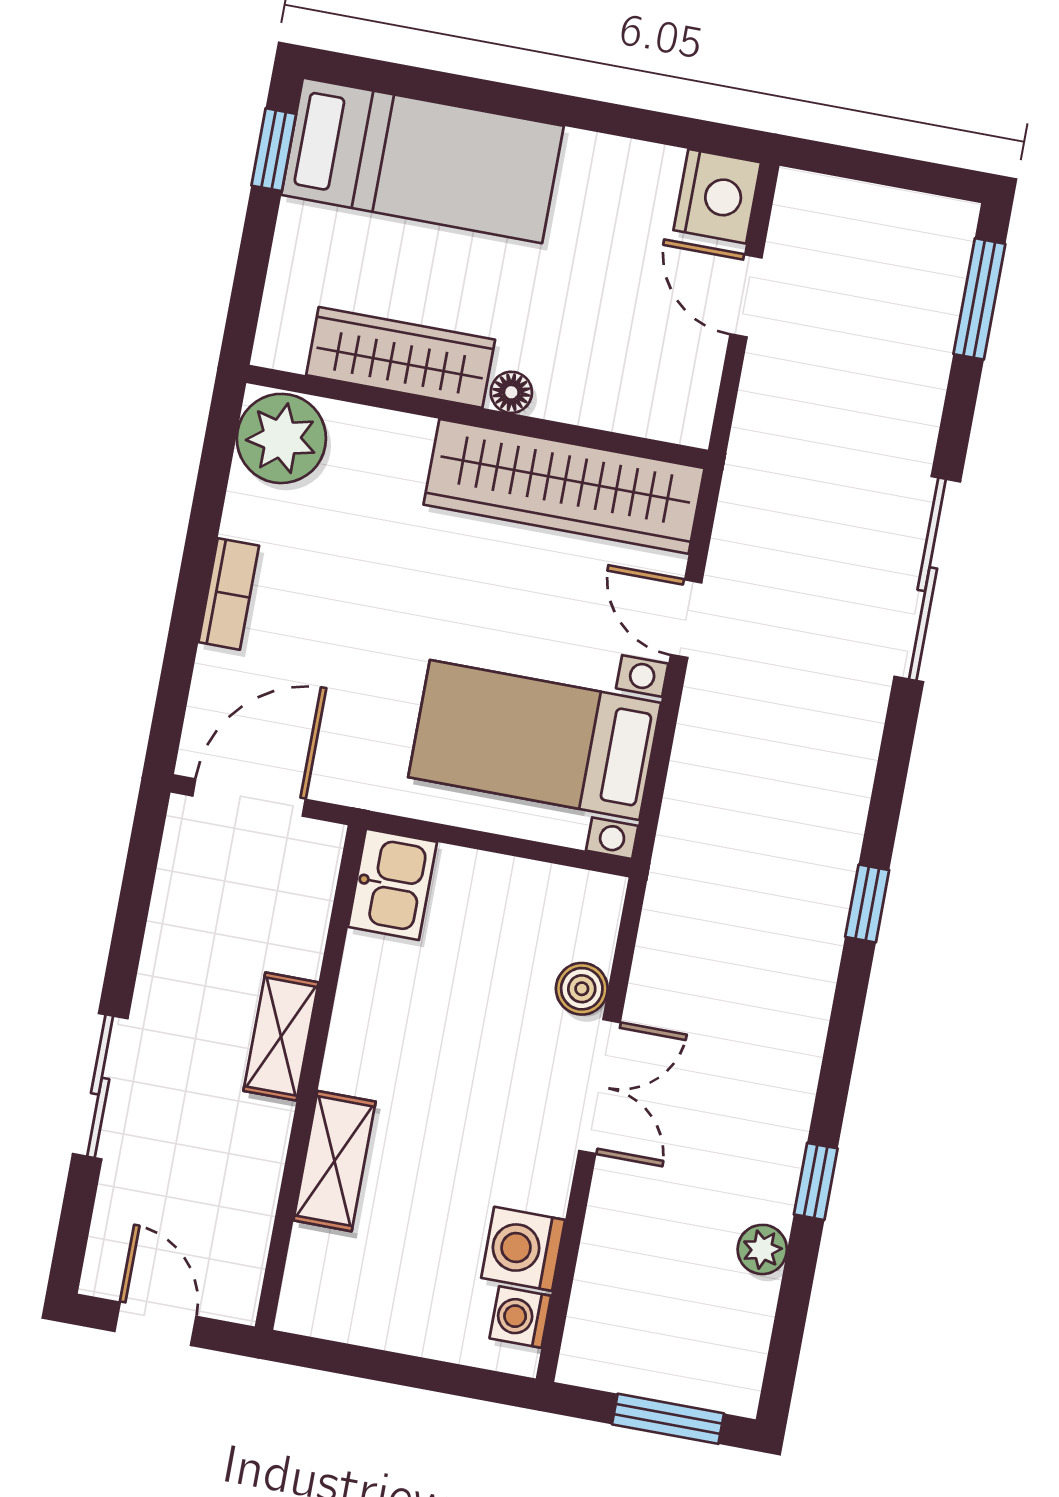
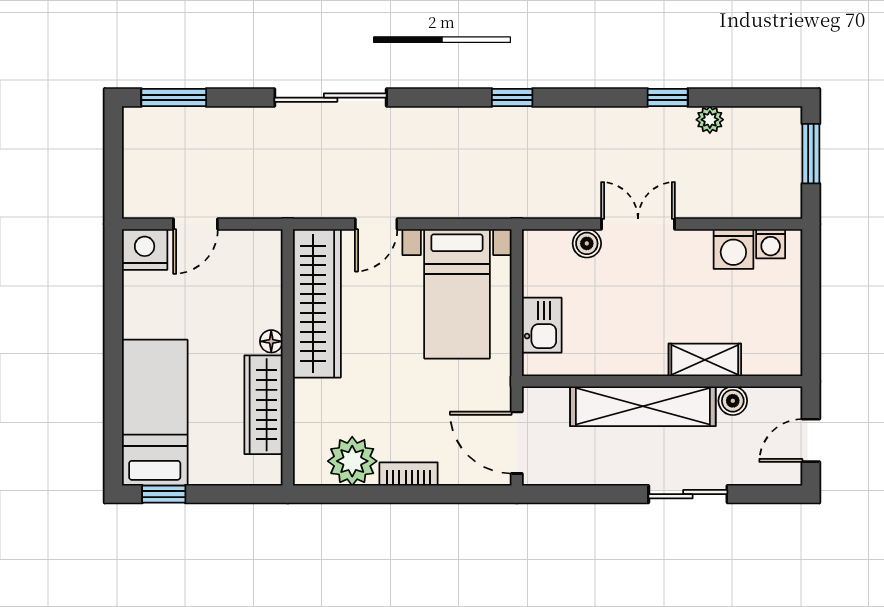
plant: (281, 438) -> (352, 461), moved
kitchen sink: (392, 884) -> (542, 325), moved, turned 90
shelving: (281, 1037) -> (643, 406), width x2.20, depth x1.33
boiler: (252, 1197) -> (733, 401), added

